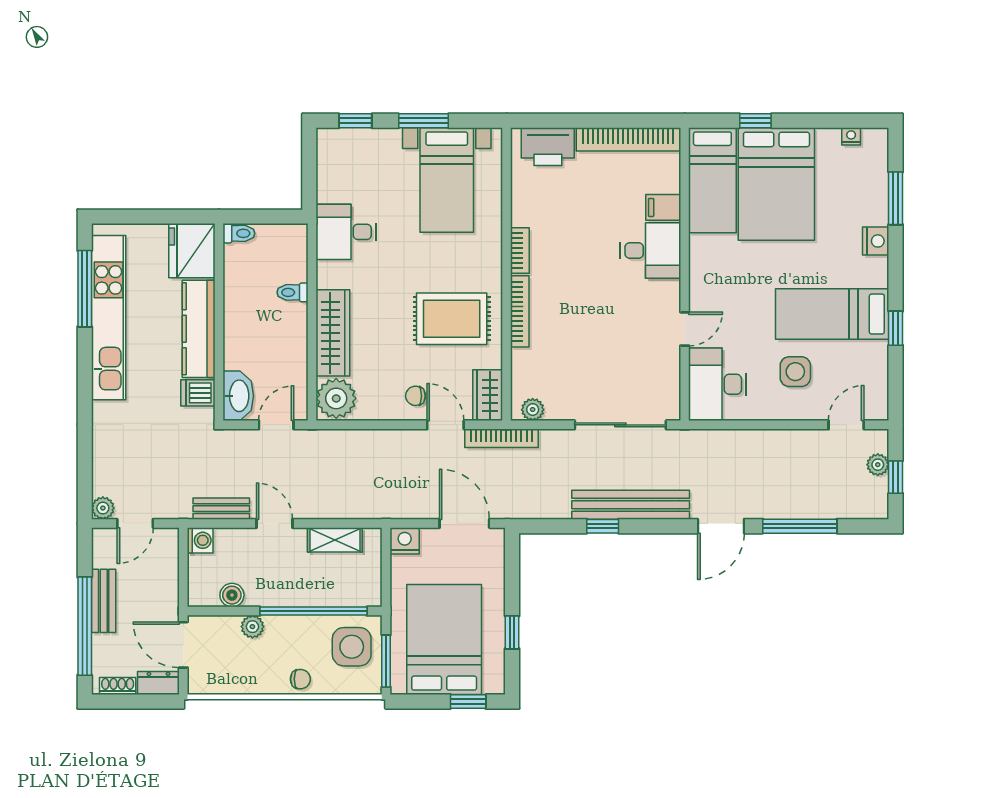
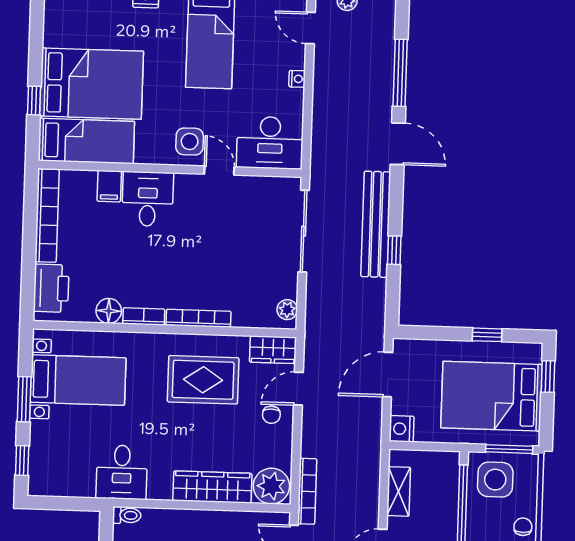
nightstand: (851, 136) -> (297, 79), moved, turned 180
floor lamp: (525, 211) -> (109, 311), added
toilet: (293, 292) -> (127, 515), moved, turned -90
rug: (452, 319) -> (203, 380), turned 90
side table: (795, 372) -> (190, 141), moved
bookcase: (501, 438) -> (307, 491), moved

